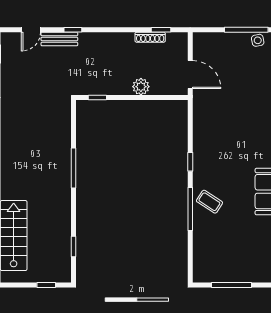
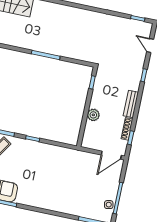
bench: (59, 39) -> (131, 104), moved
door: (190, 75) -> (111, 155), moved

